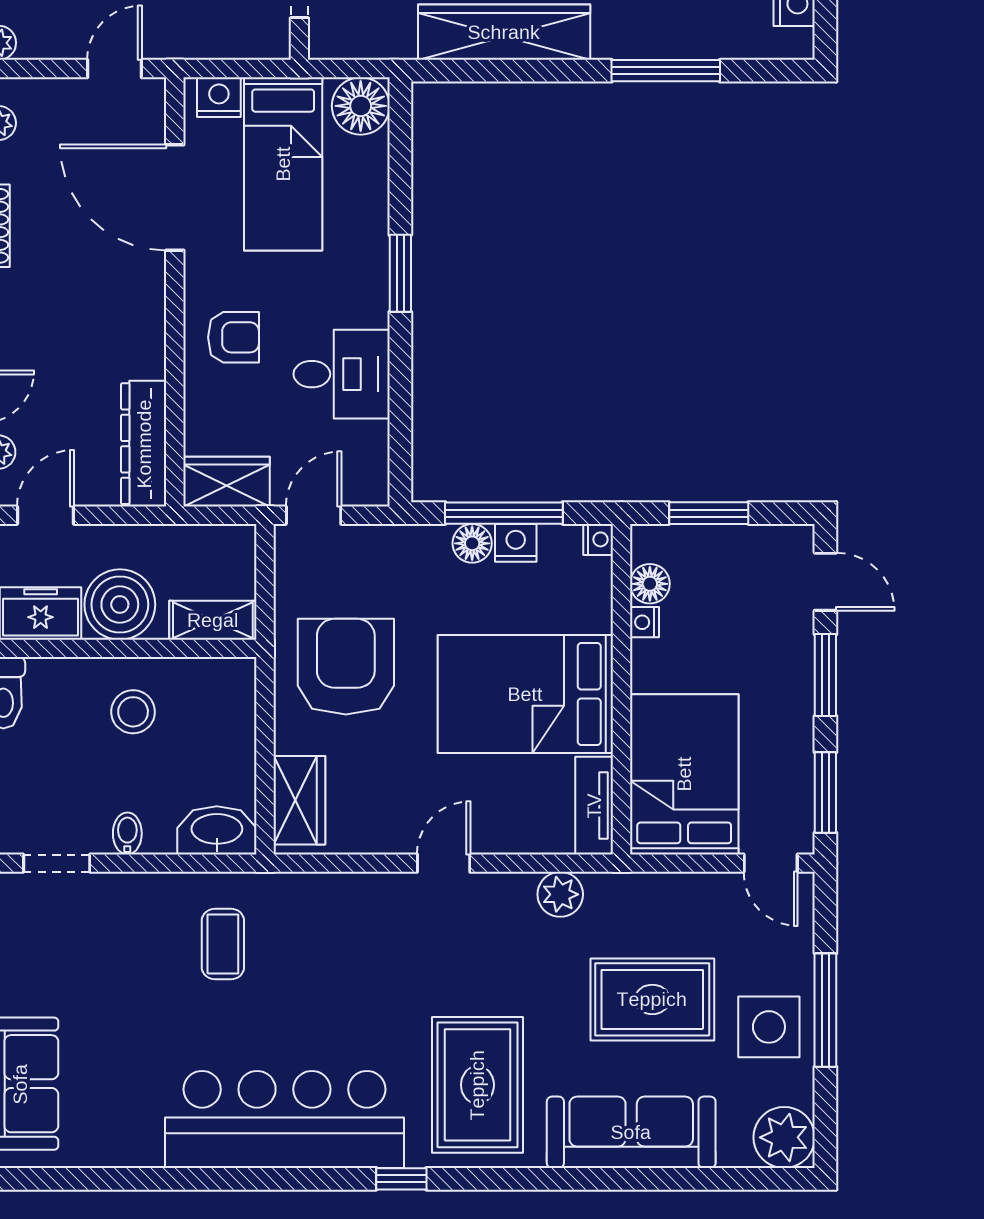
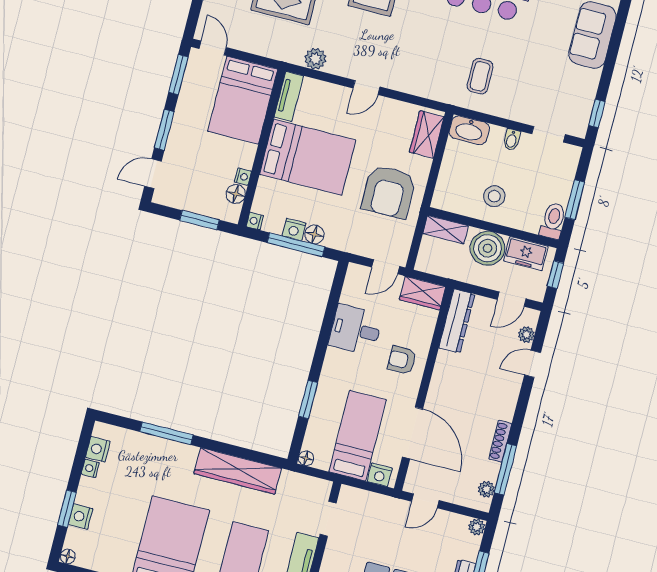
floor lamp: (361, 106) -> (306, 458), width x0.53, depth x0.53
window: (400, 273) -> (308, 399), moved
door: (825, 582) -> (153, 174), hinge flipped

